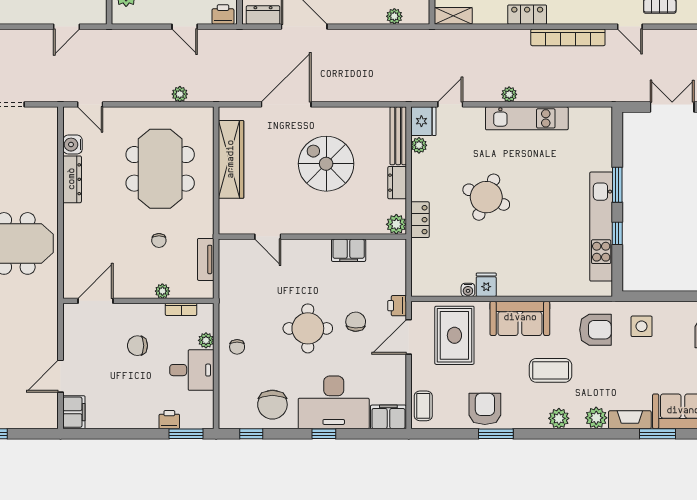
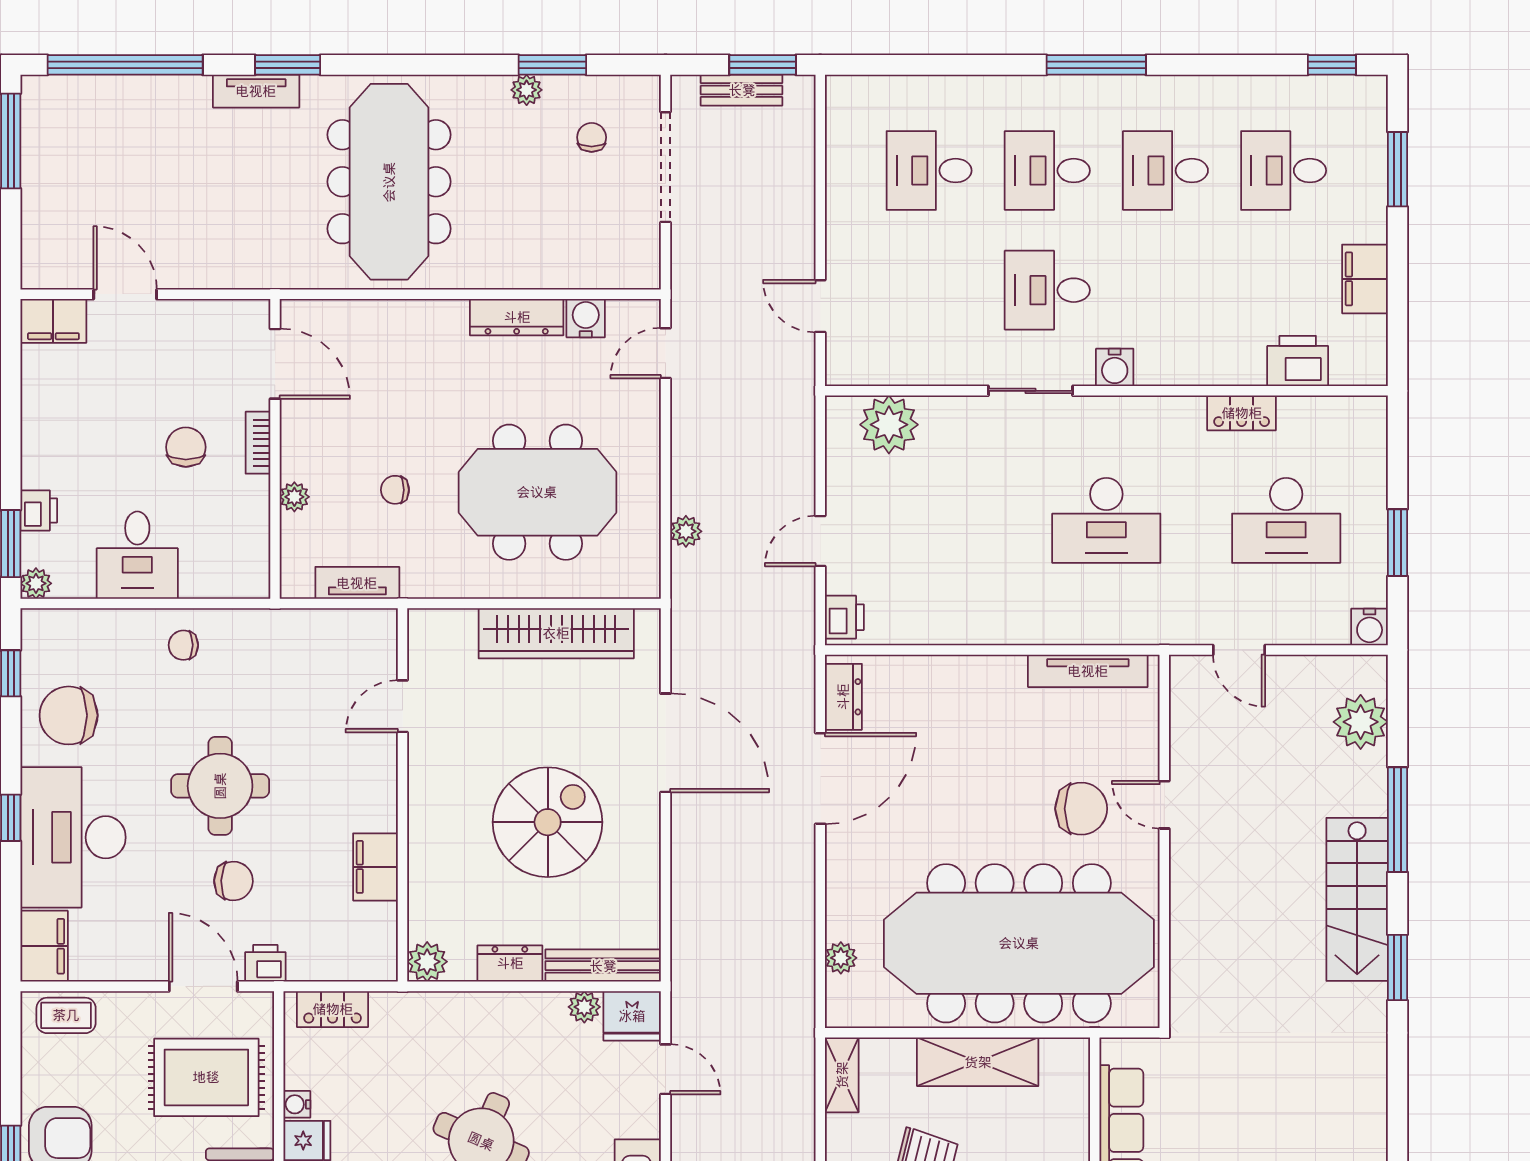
locker: (420, 220) -> (333, 1009), moved
bookcase: (181, 309) -> (258, 443), moved
plant: (206, 340) -> (36, 583), moved

